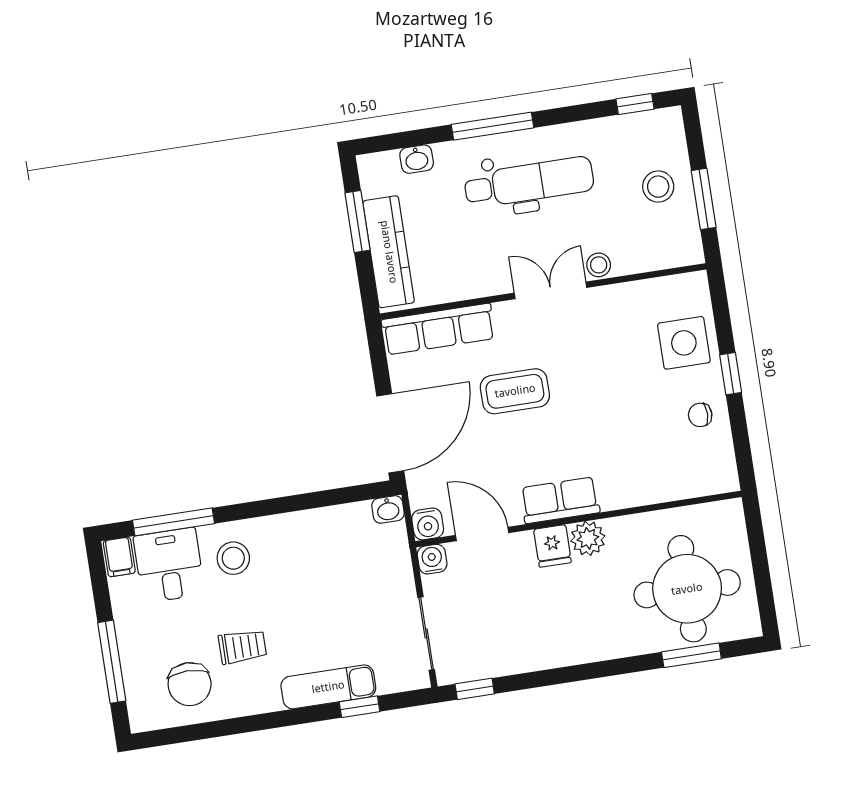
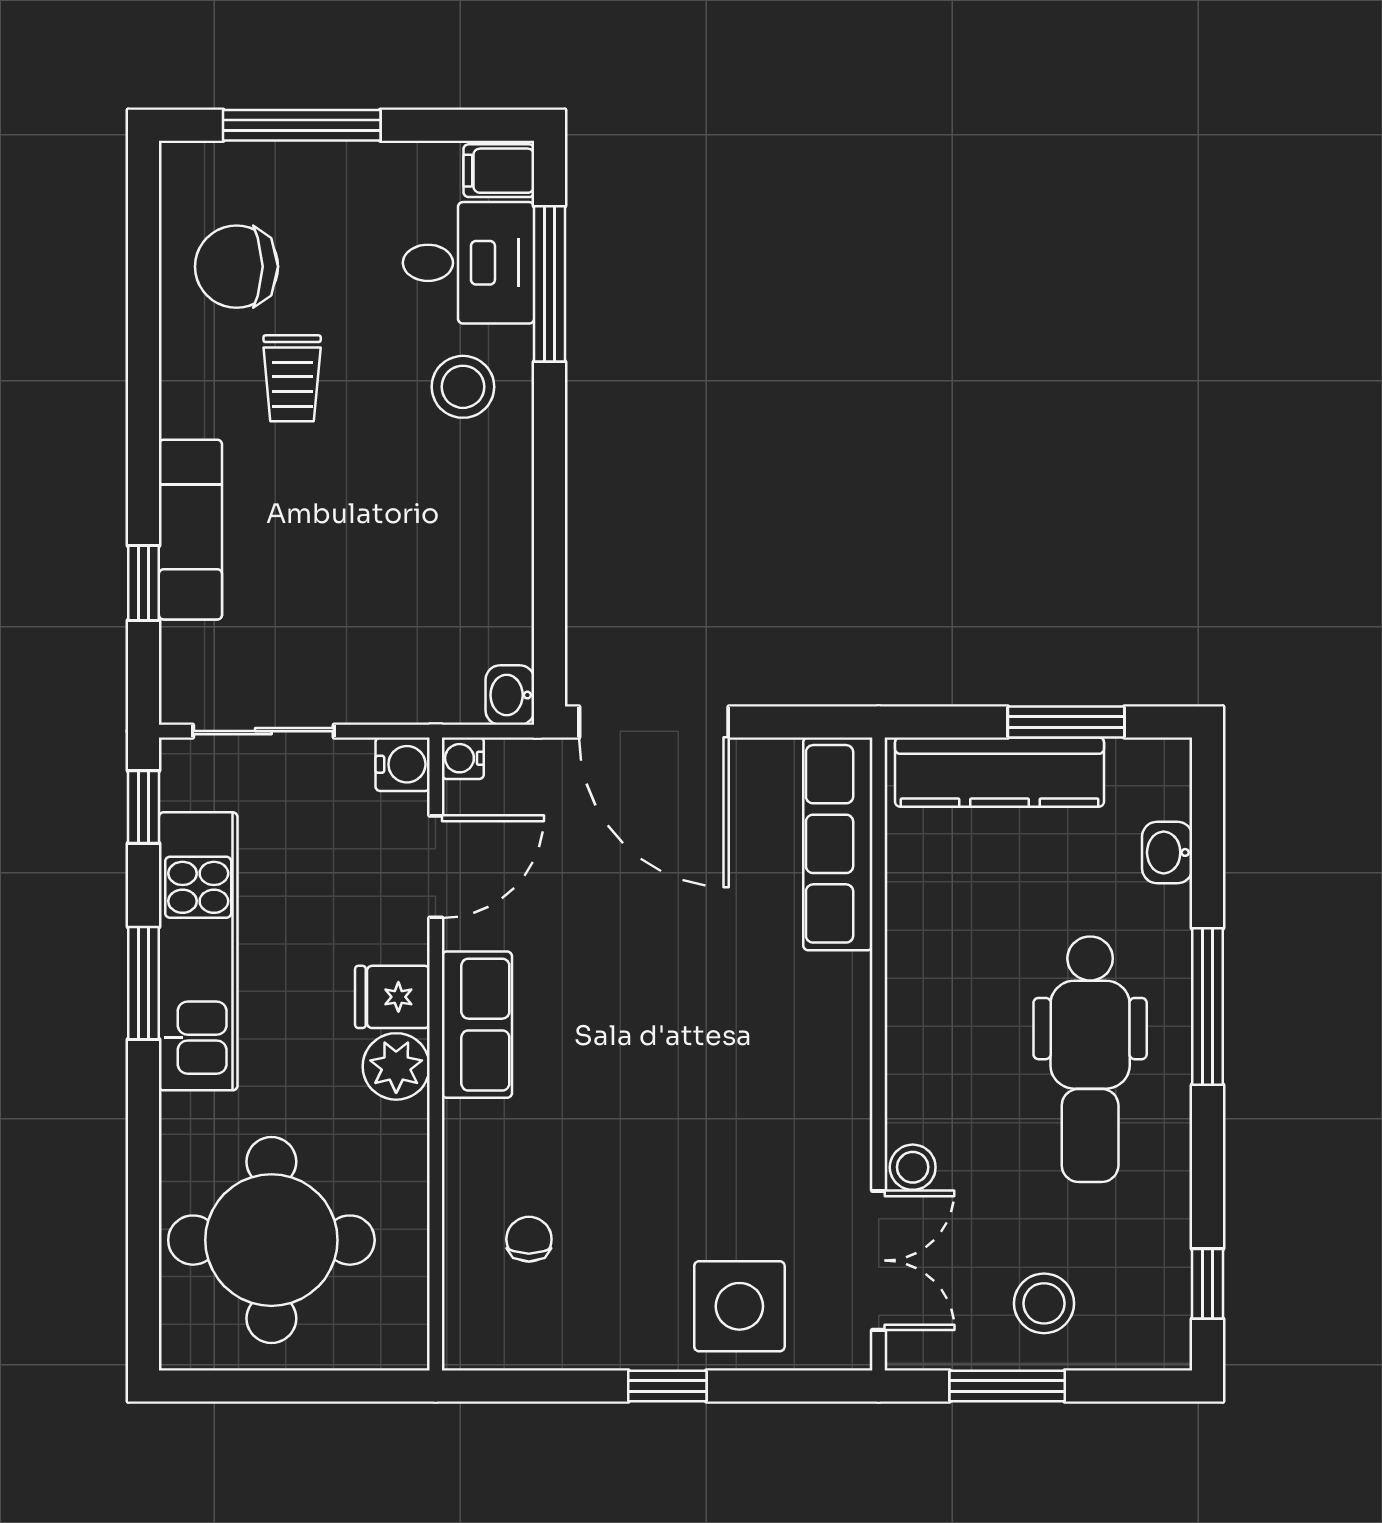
double door: (551, 290) -> (879, 1260), moved
coffee table: (515, 391) -> (697, 971), removed
chair: (700, 415) -> (529, 1239), moved
water cooler: (428, 524) -> (463, 758), width x0.72, depth x0.72
kitchen unit: (545, 649) -> (198, 951), added
window: (691, 655) -> (144, 983), moved

